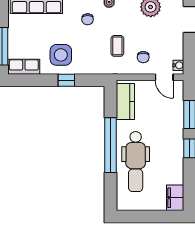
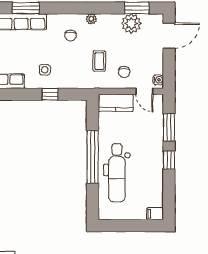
side table: (61, 55) -> (45, 70), width x0.54, depth x0.54
kitchen counter: (125, 101) -> (116, 103), moved, turned 90
filing cabinet: (175, 198) -> (155, 214), width x0.50

